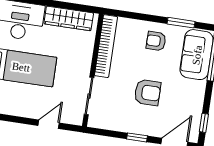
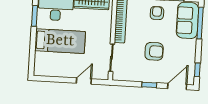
armchair: (156, 41) -> (157, 13), turned 90

